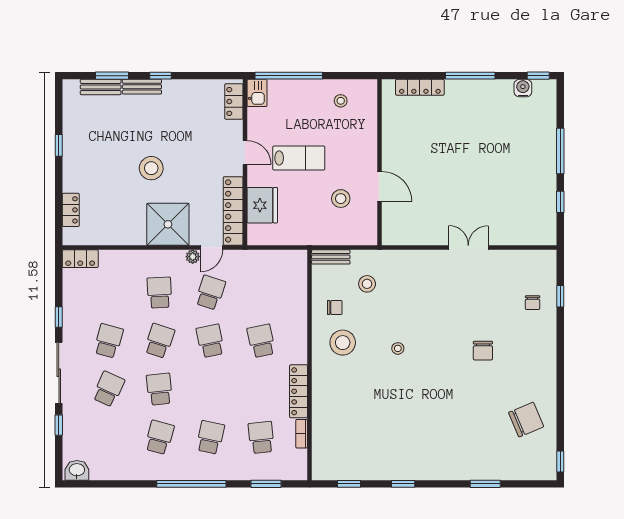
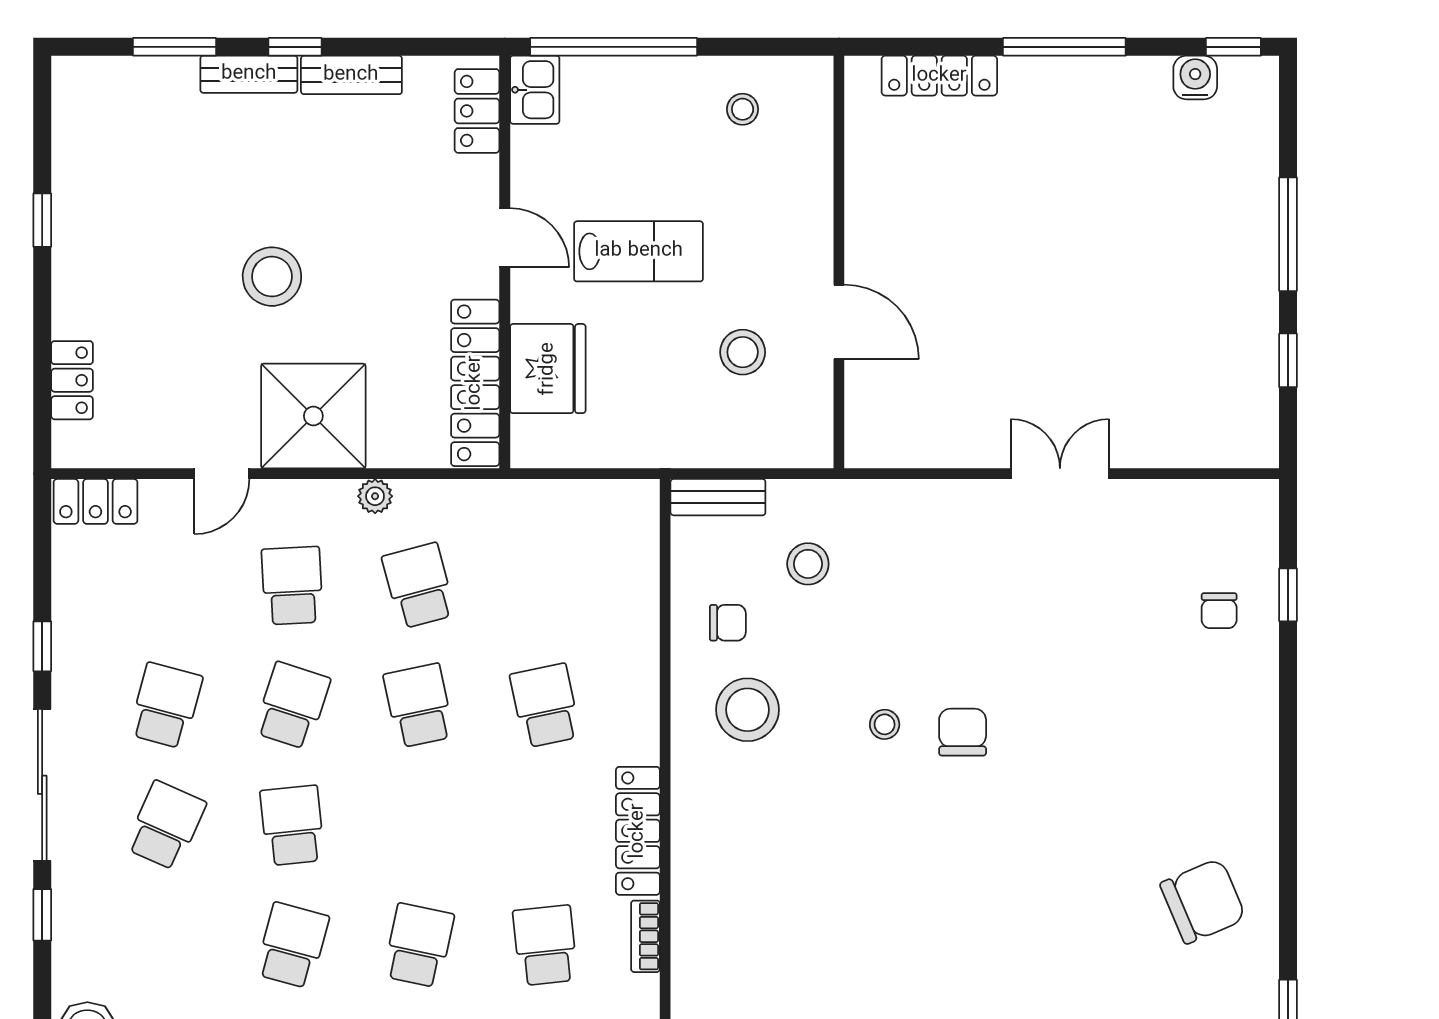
bench: (101, 87) -> (351, 75), moved
door: (212, 247) -> (222, 474), moved
school desk: (210, 293) -> (419, 586), turned -33
chair: (483, 351) -> (963, 732), moved, turned 180

